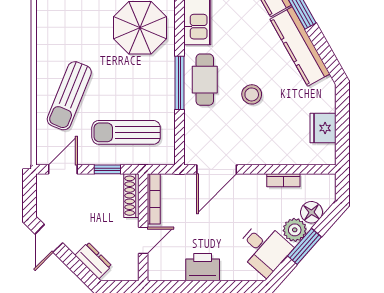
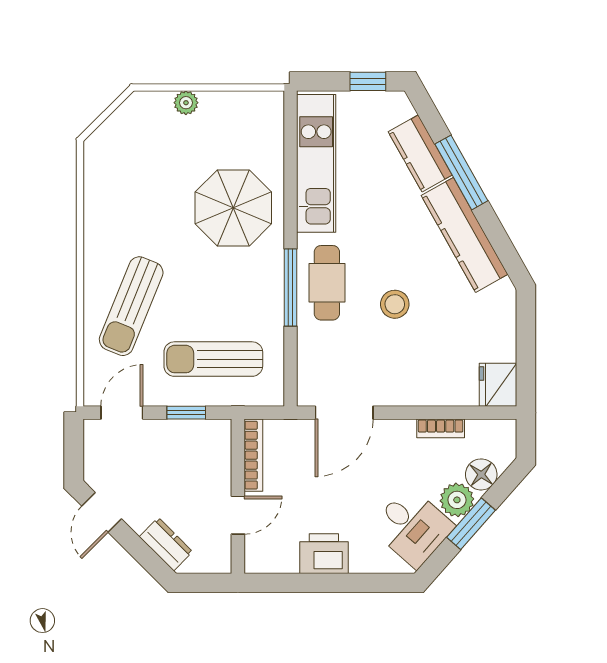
fridge: (323, 128) -> (498, 385), moved
shoe rack: (131, 196) -> (221, 450), removed

